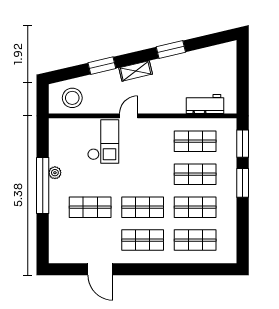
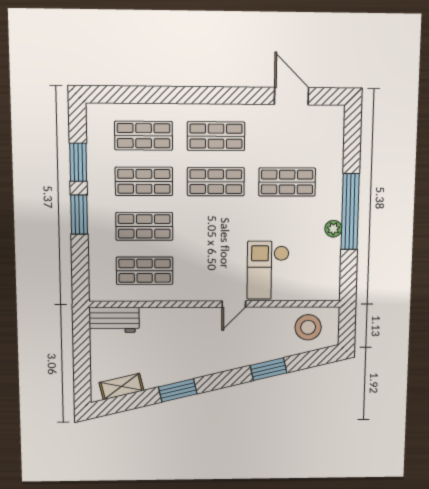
shelving: (136, 71) -> (121, 387), moved
workbench: (205, 104) -> (114, 320), moved
window: (243, 144) -> (78, 162), moved
door: (100, 269) -> (291, 96), moved

